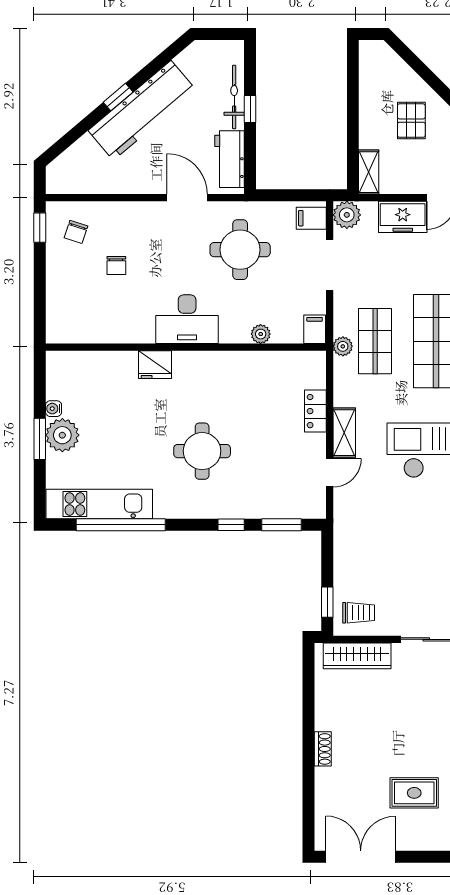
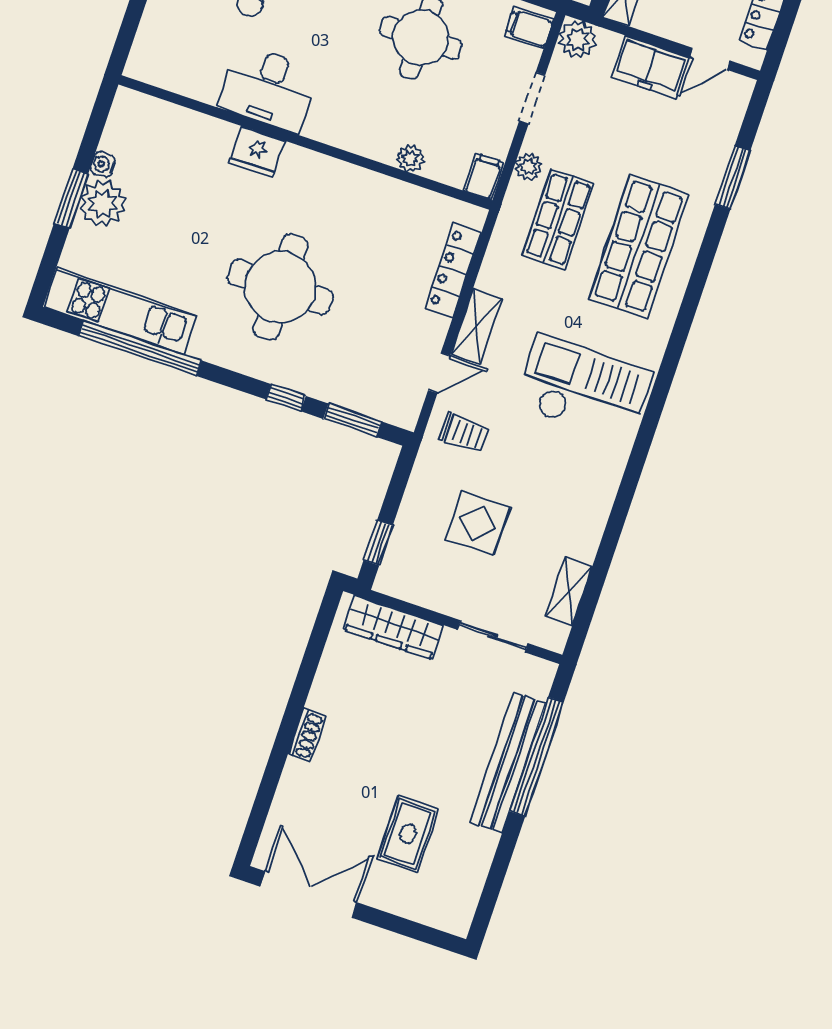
doorway: (330, 265) -> (532, 98), width x0.73
desk: (187, 319) -> (268, 89), moved
plant: (343, 346) -> (528, 167), moved
locker: (315, 411) -> (453, 270), width x1.53
round table: (202, 451) -> (280, 287), width x1.36, depth x1.36
display table: (390, 566) -> (478, 523), added
trolley: (359, 613) -> (464, 433), moved
rug: (414, 793) -> (408, 834), turned 90

